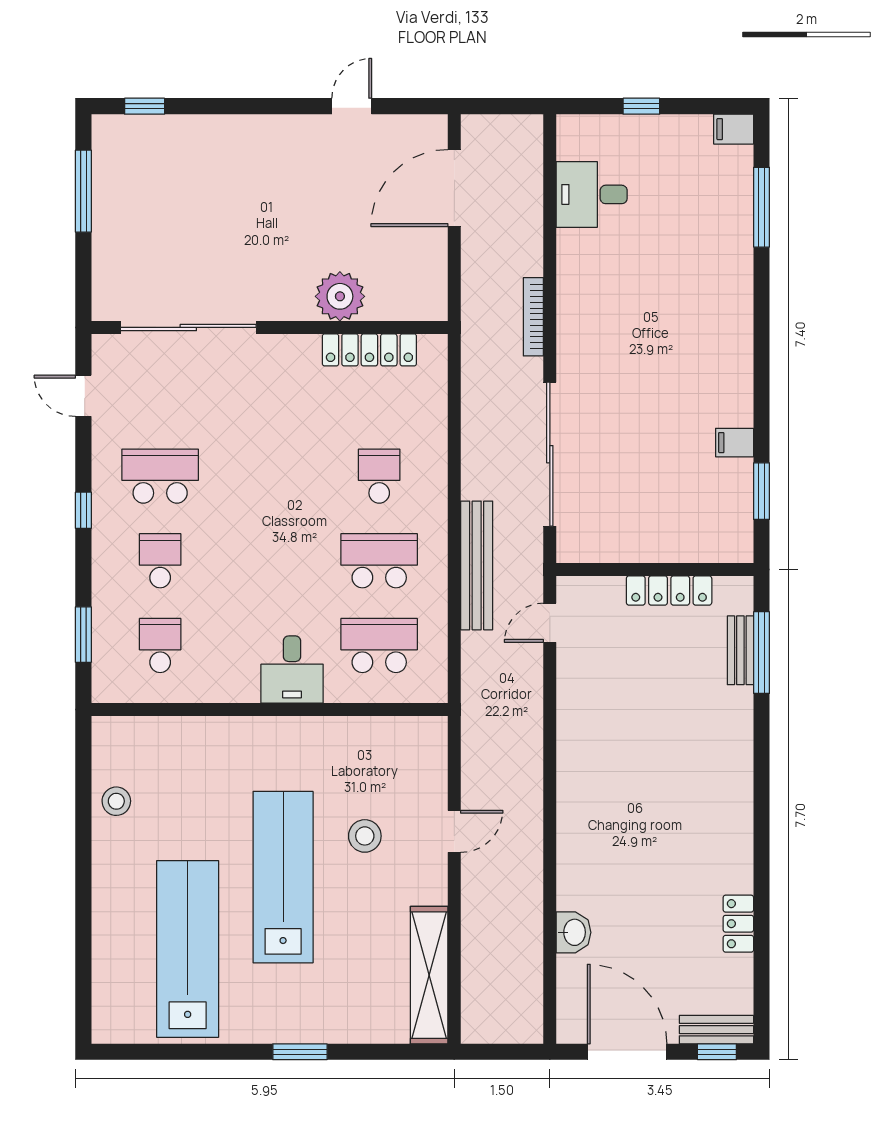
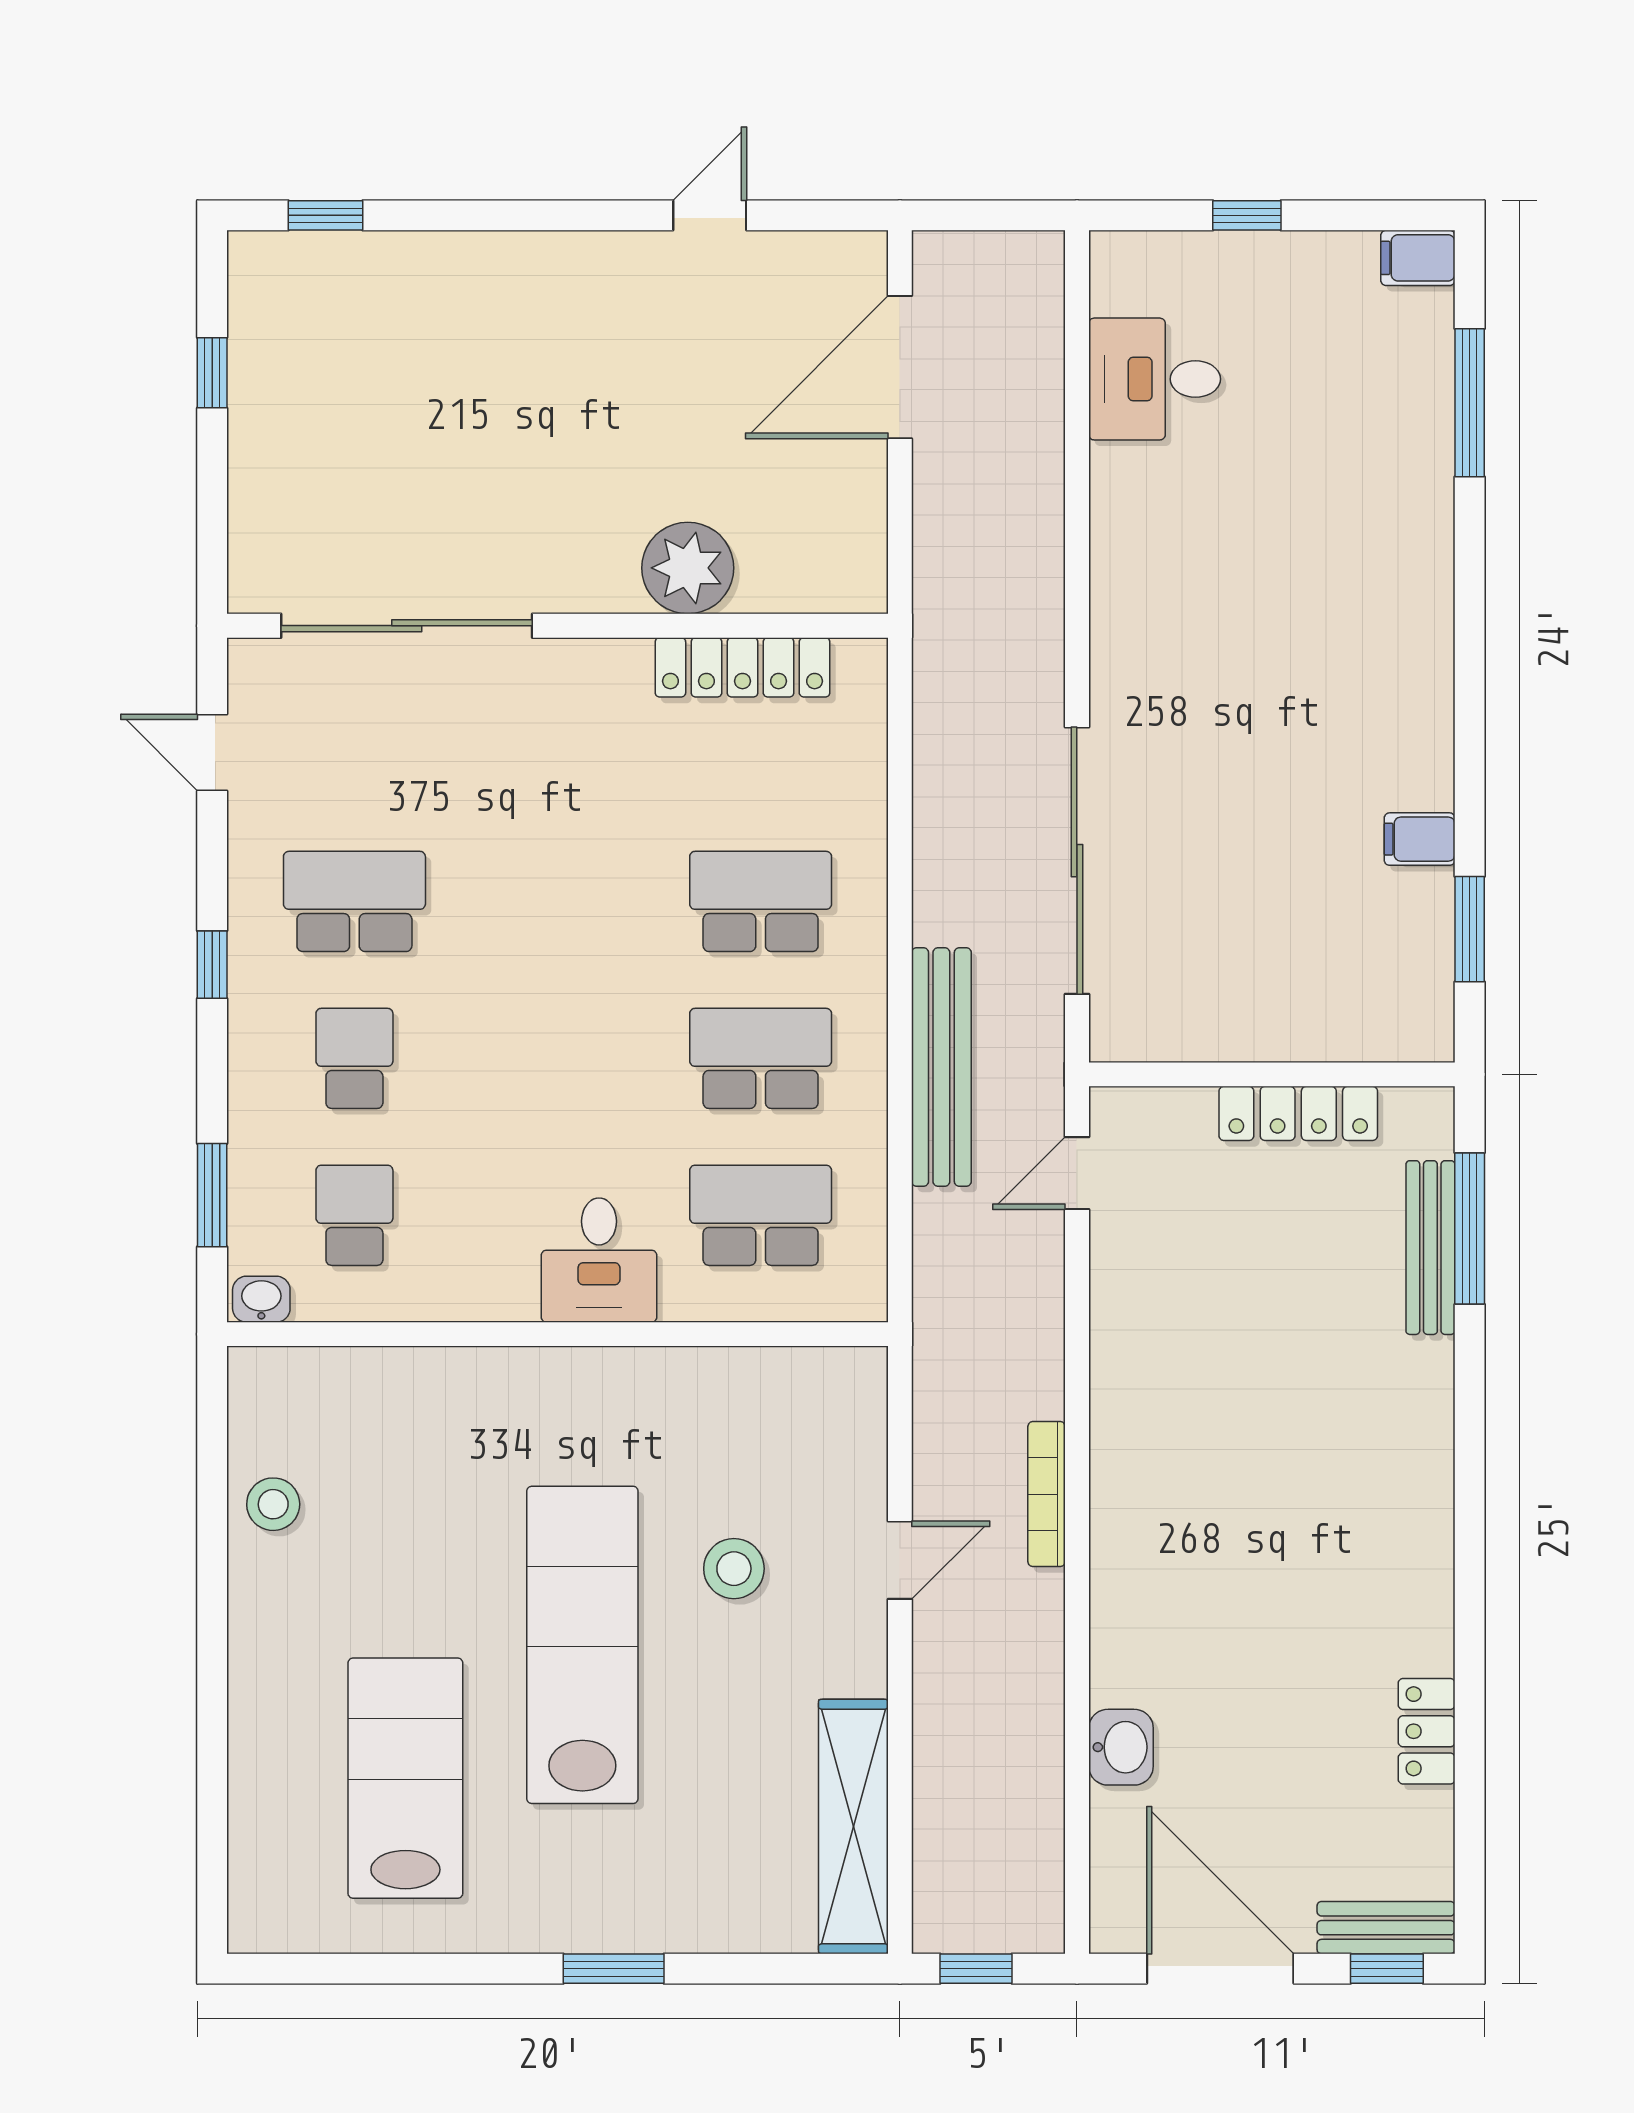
window: (83, 191) -> (212, 373), width x0.46
bookcase: (533, 317) -> (1047, 1494), moved
school desk: (379, 476) -> (761, 901), width x1.85
bench: (740, 650) -> (1430, 1248), width x1.36
washbasin: (110, 691) -> (261, 1299), added
lab bench: (188, 949) -> (405, 1778), width x0.73
window: (495, 1052) -> (976, 1969), added

